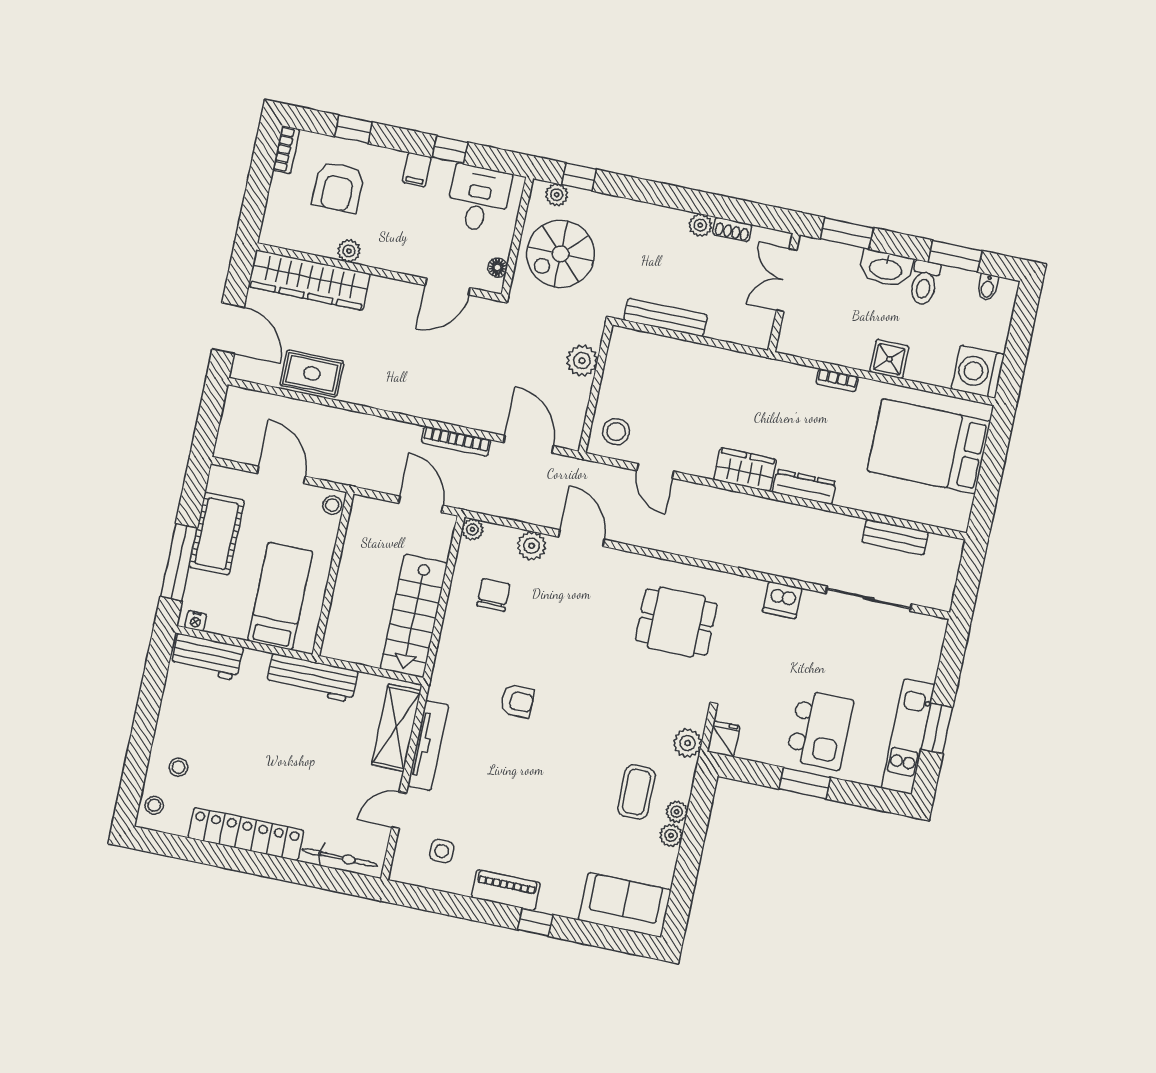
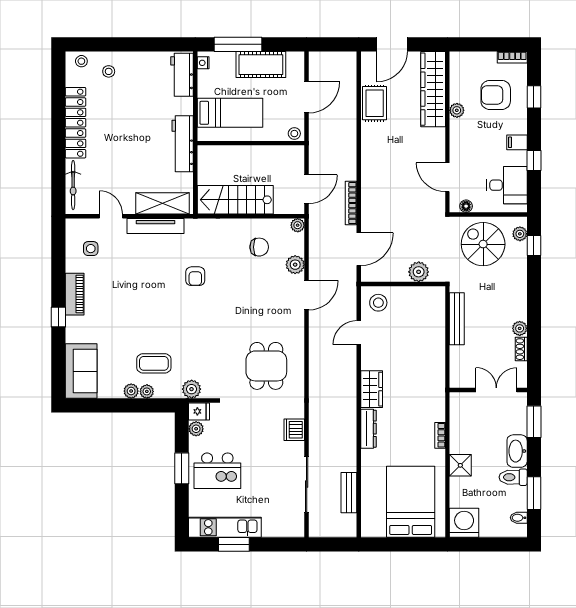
plant: (749, 749) -> (196, 429), added

